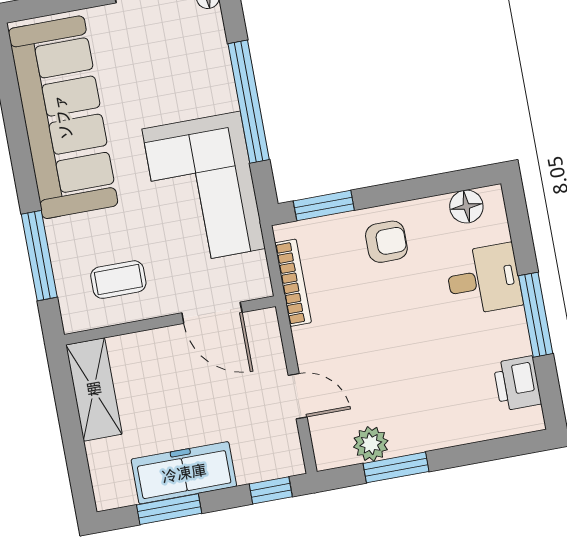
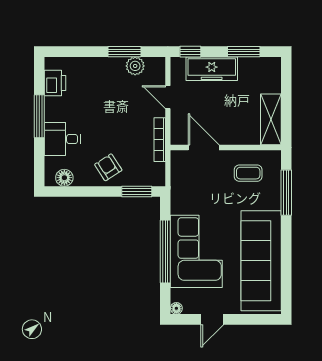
corner sofa: (204, 189) -> (196, 251), moved
armchair: (386, 242) -> (108, 167), turned 57
bookcase: (293, 283) -> (160, 140), moved
freezer: (184, 473) -> (212, 69), moved

